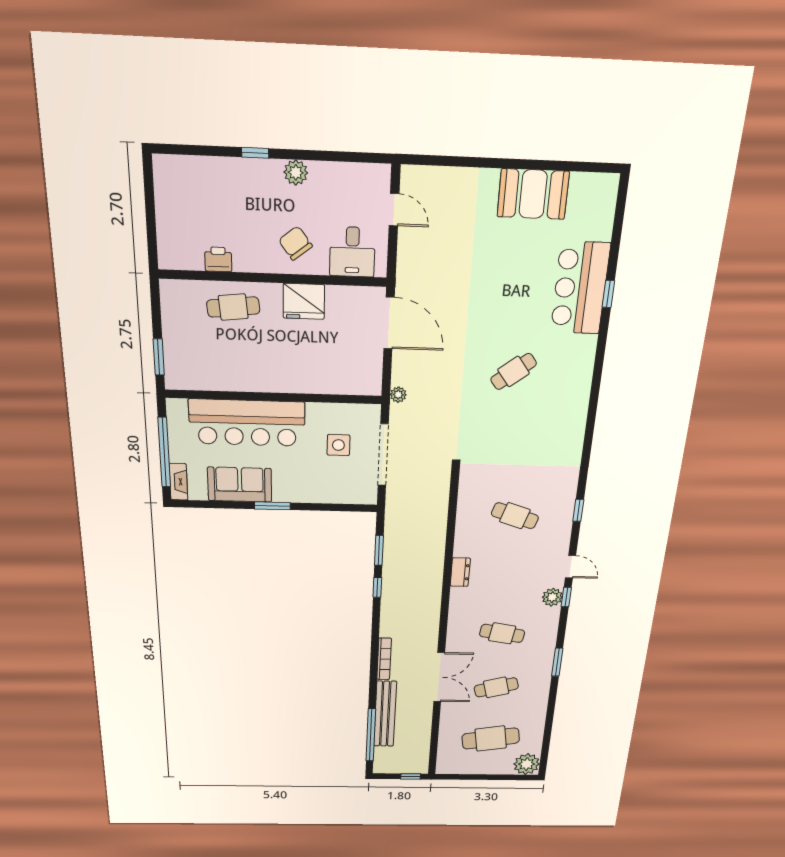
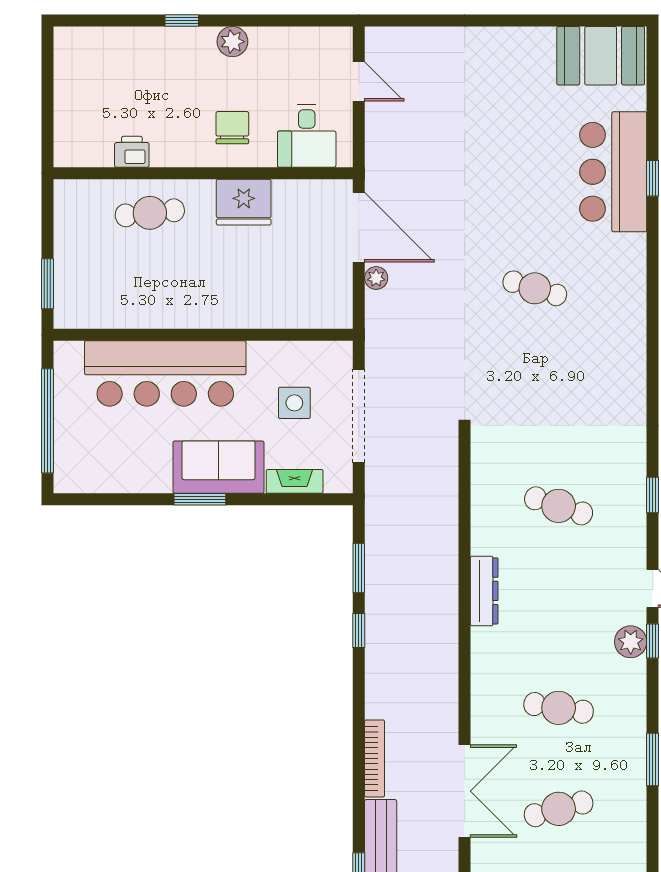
booth: (533, 194) -> (601, 56), moved
chair: (295, 243) -> (232, 128), turned 37
cafe table: (514, 371) -> (535, 288), turned 54
plant: (398, 395) -> (376, 278), moved
fireplace: (178, 482) -> (295, 481), moved, turned -90
sofa: (240, 485) -> (219, 467), moved
dresser: (460, 572) -> (484, 591), width x1.44

